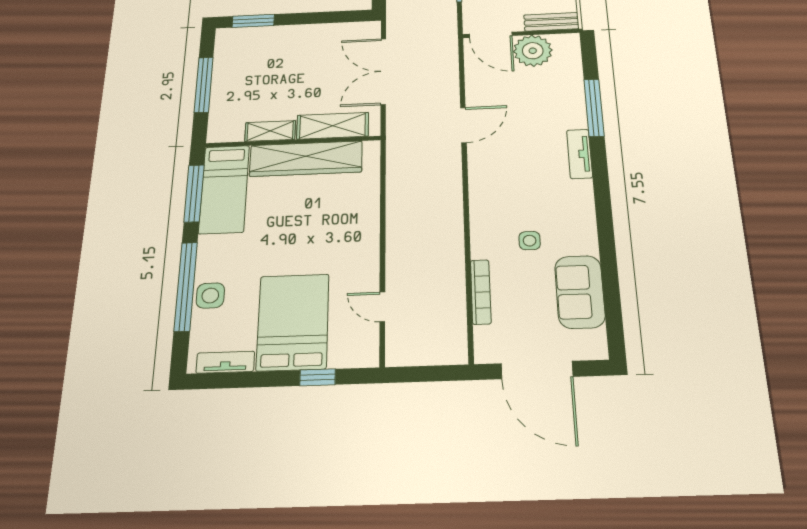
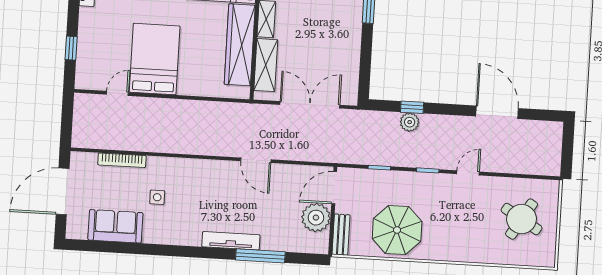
tv unit: (580, 154) -> (231, 241), width x1.41
bed: (293, 322) -> (155, 59), moved, turned -90

